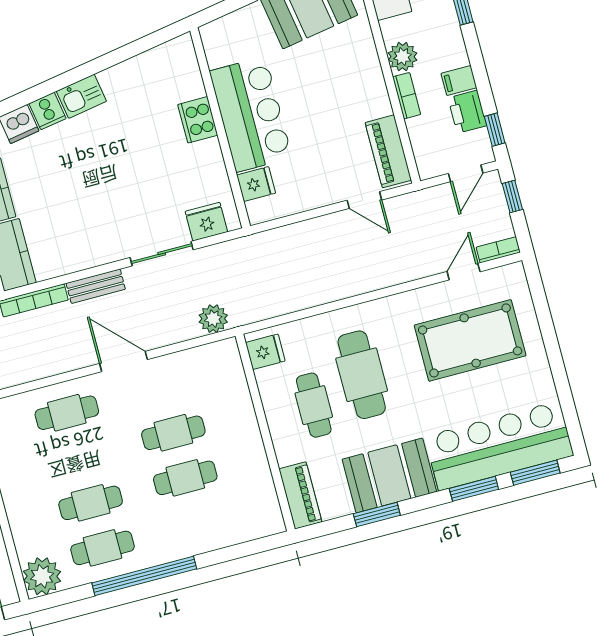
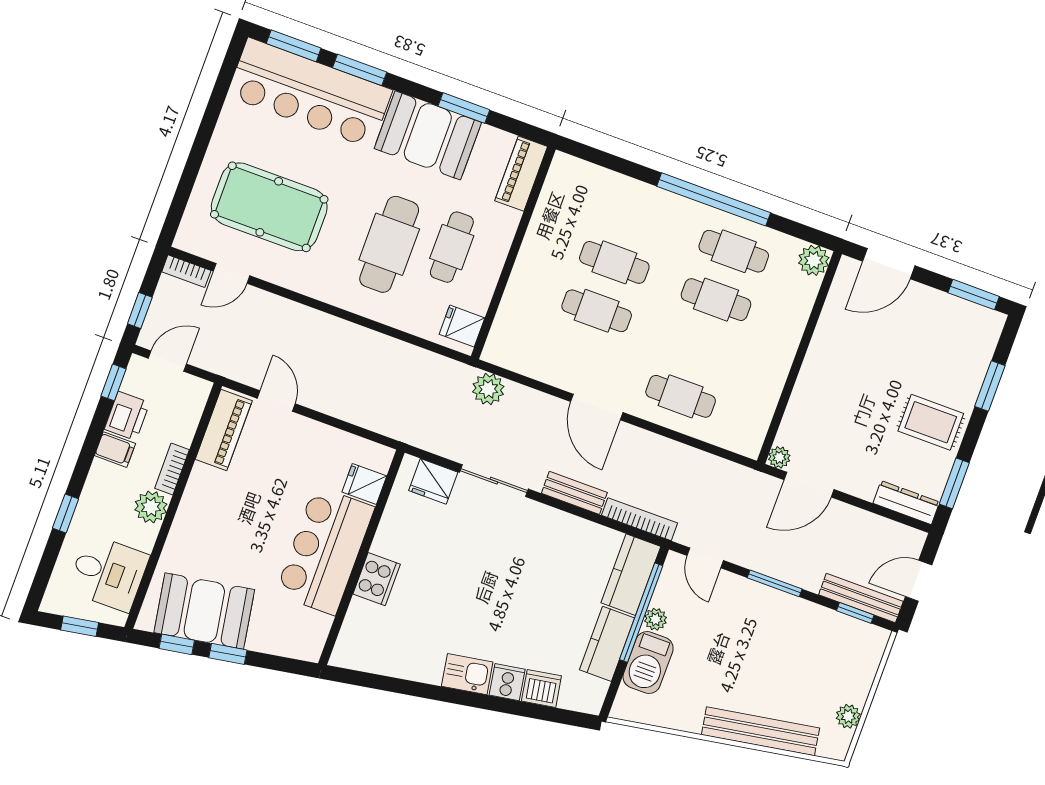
plant: (42, 576) -> (814, 260), width x0.73, depth x0.73

